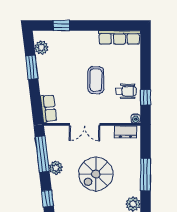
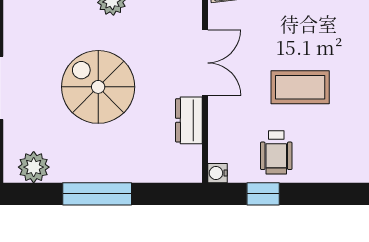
double door: (85, 124) -> (205, 63), swing flipped
dresser: (125, 132) -> (189, 120), moved

